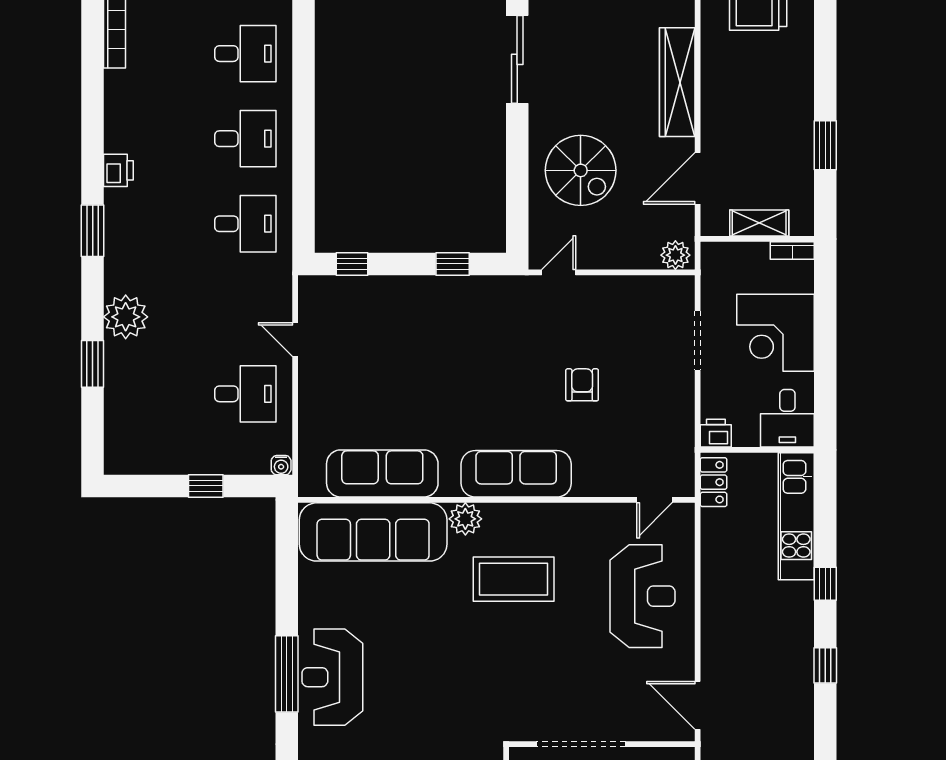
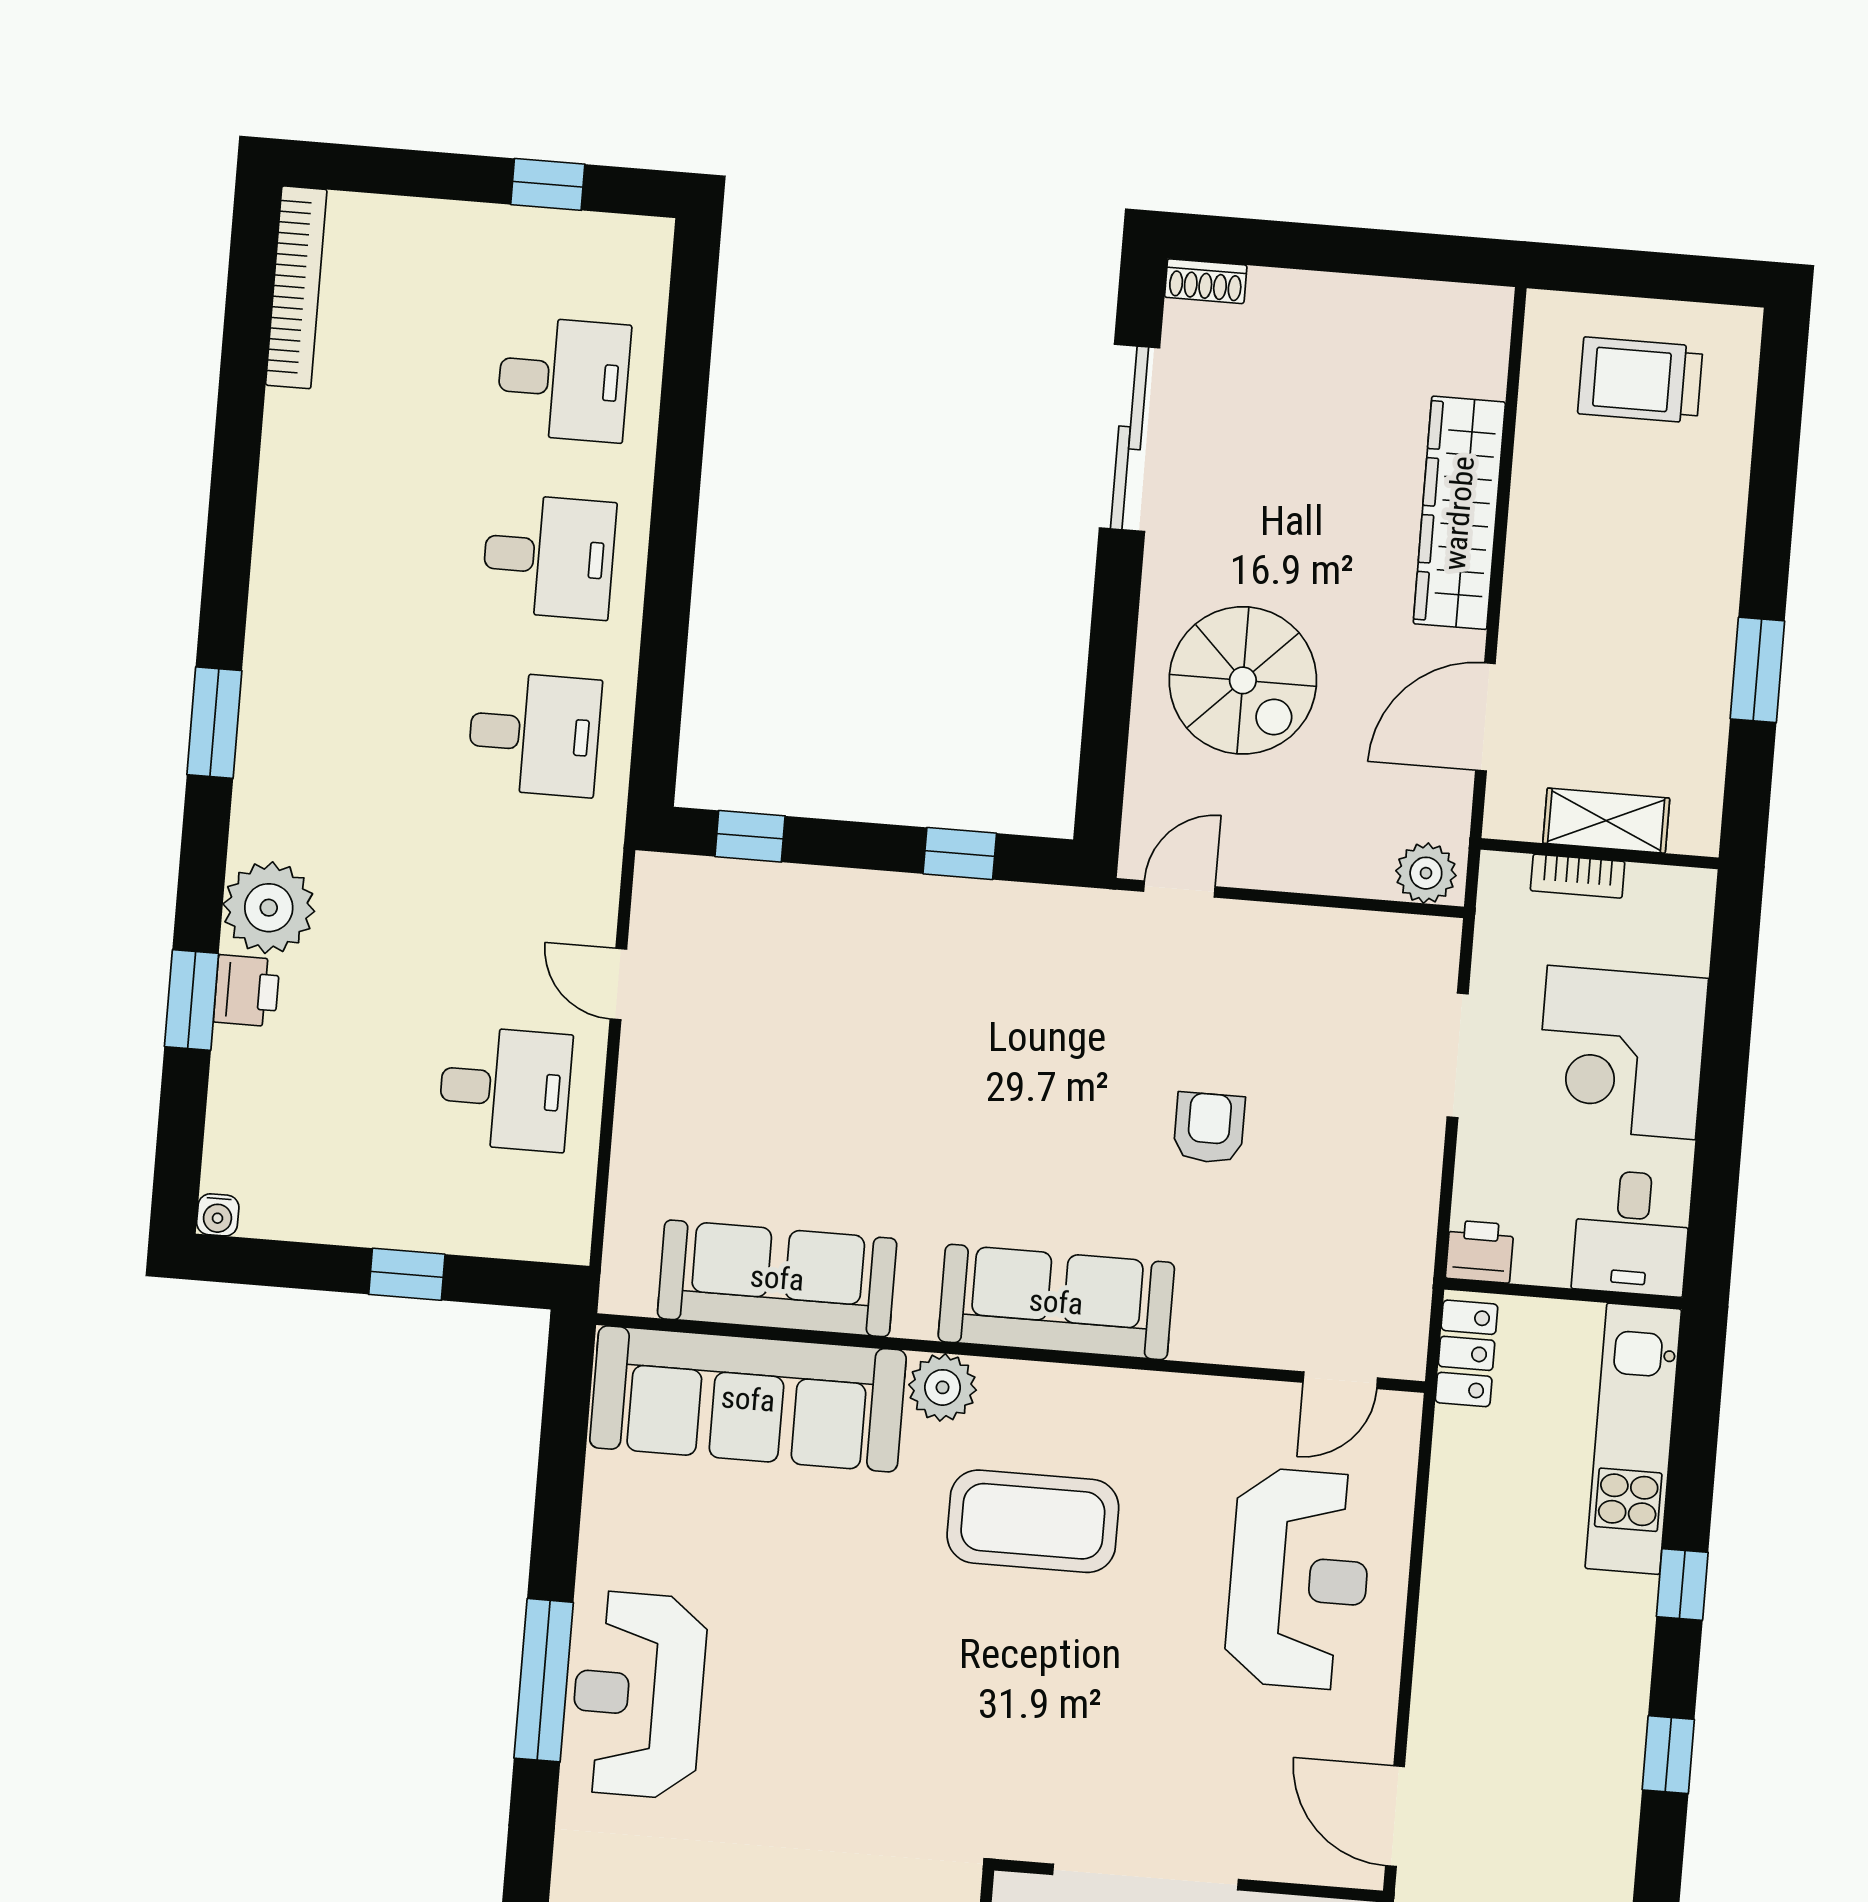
printer: (118, 170) -> (247, 991), moved
bookcase: (792, 251) -> (1578, 876), moved
water cooler: (281, 465) -> (218, 1215), moved

